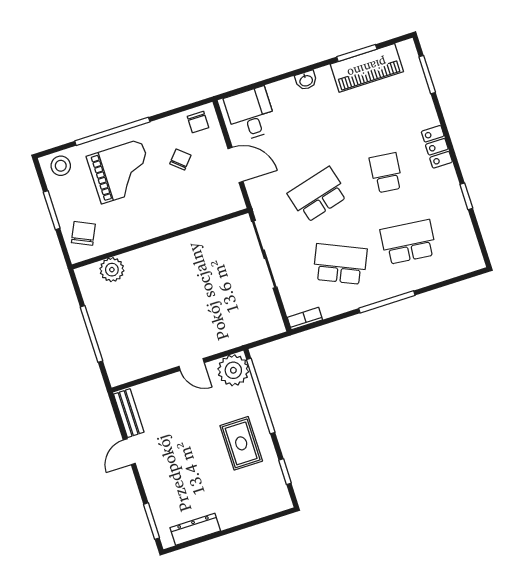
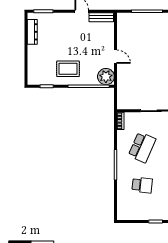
school desk: (408, 242) -> (142, 185), width x0.54
door: (192, 365) -> (115, 57), swing flipped

